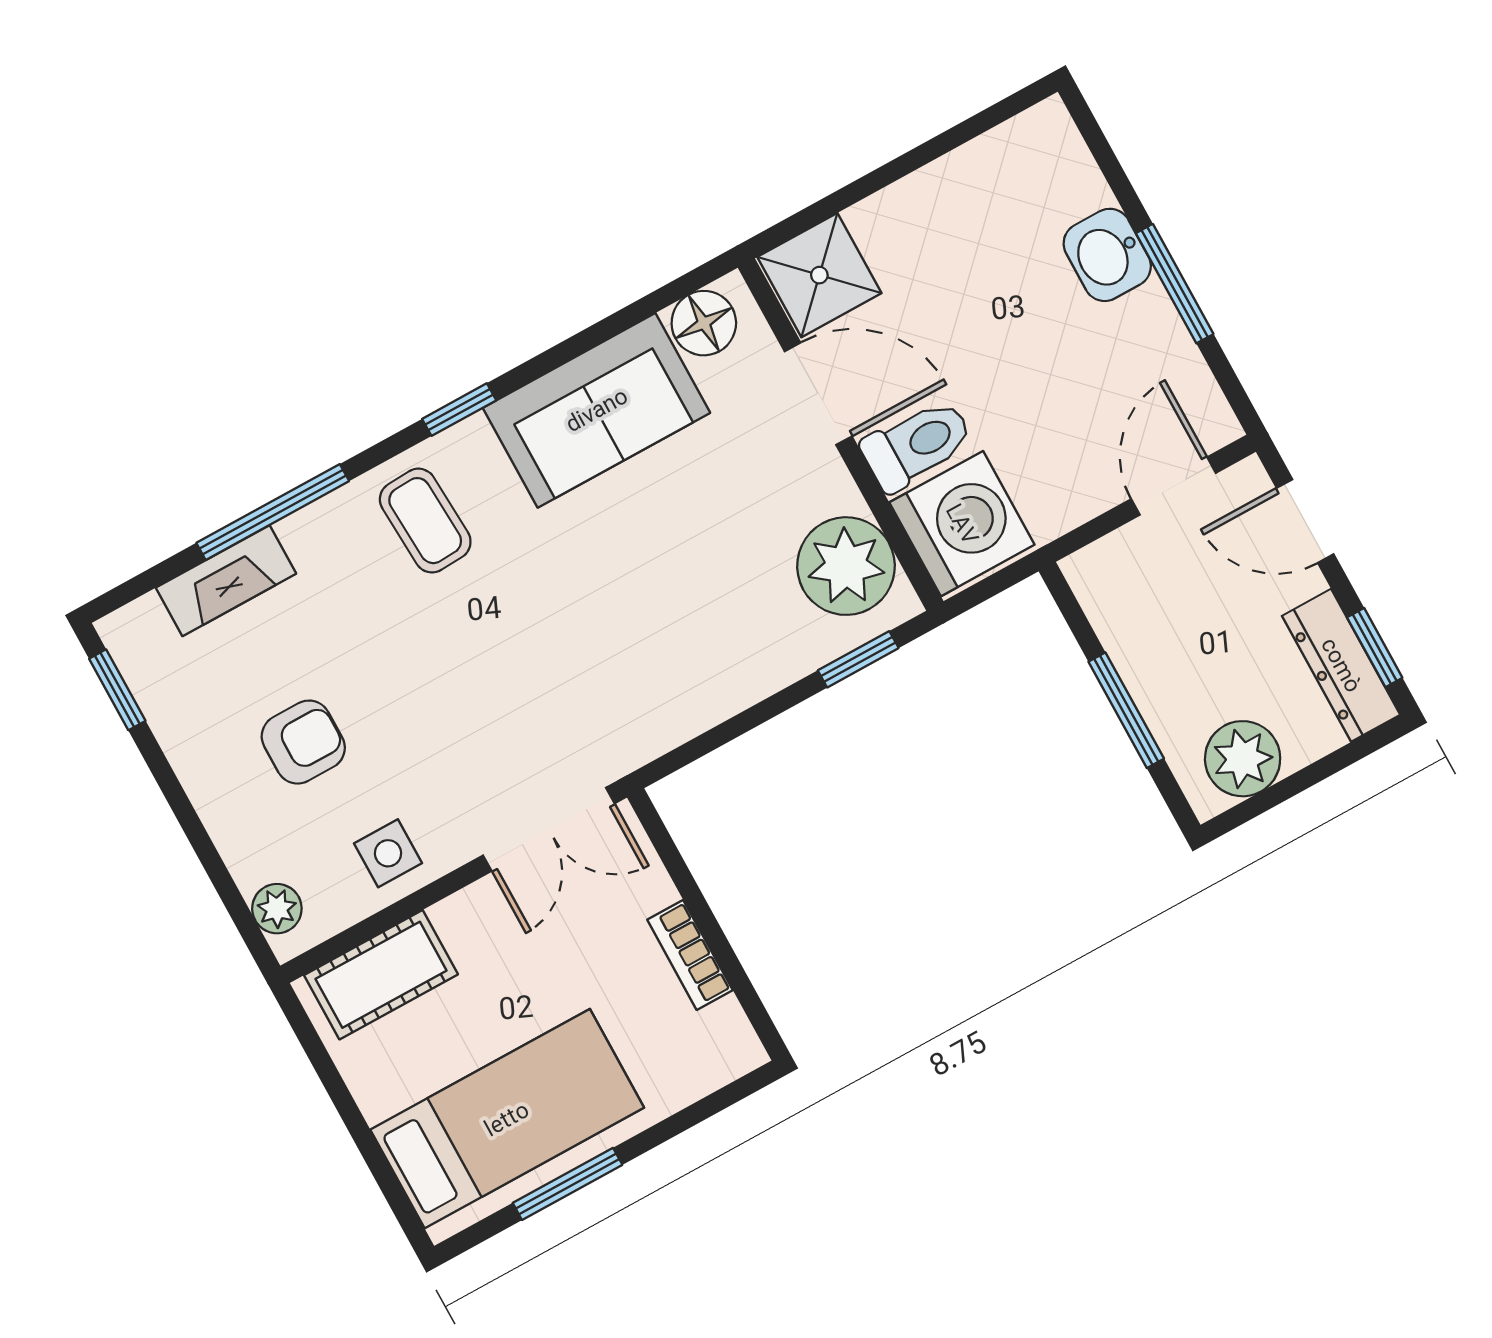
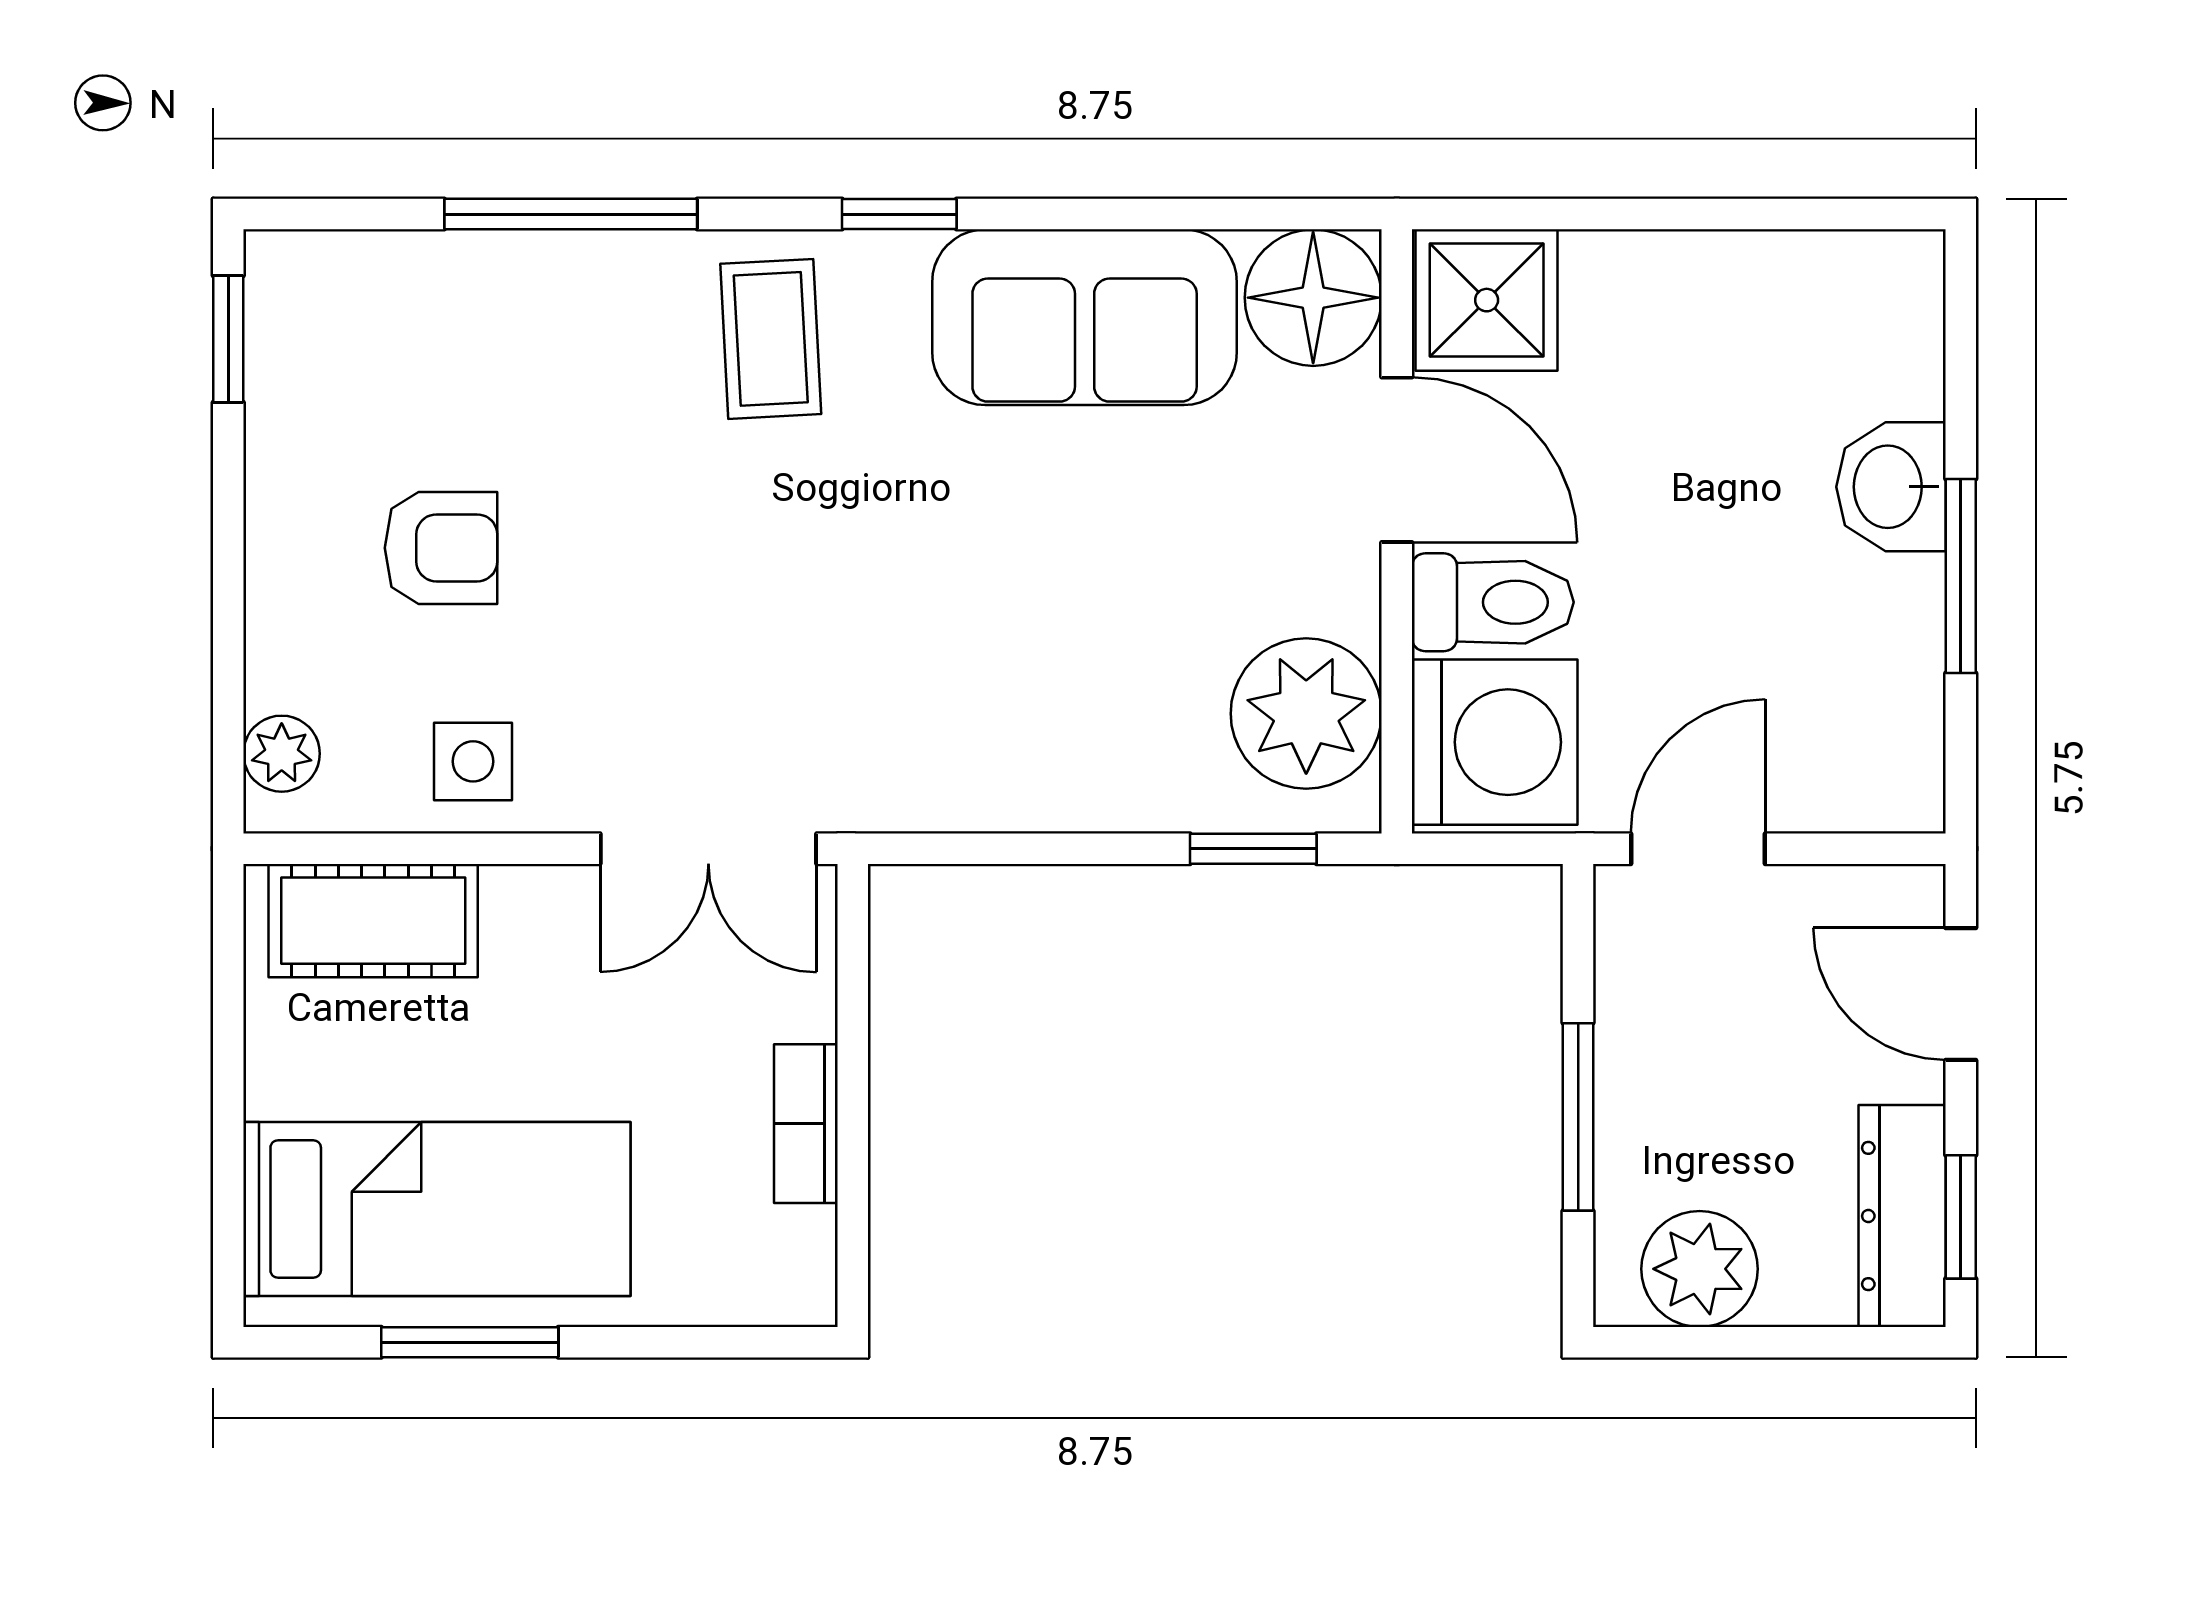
floor lamp: (704, 323) -> (1313, 298), width x1.38, depth x1.38
door: (1173, 486) -> (1698, 849), moved
fireplace: (226, 581) -> (456, 272), removed

